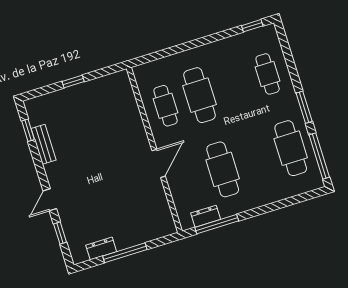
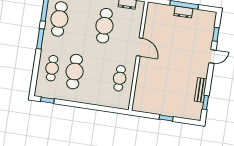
cafe table: (200, 95) -> (75, 72), moved
door: (159, 163) -> (140, 47), swing flipped
dresser: (101, 248) -> (183, 12), moved

